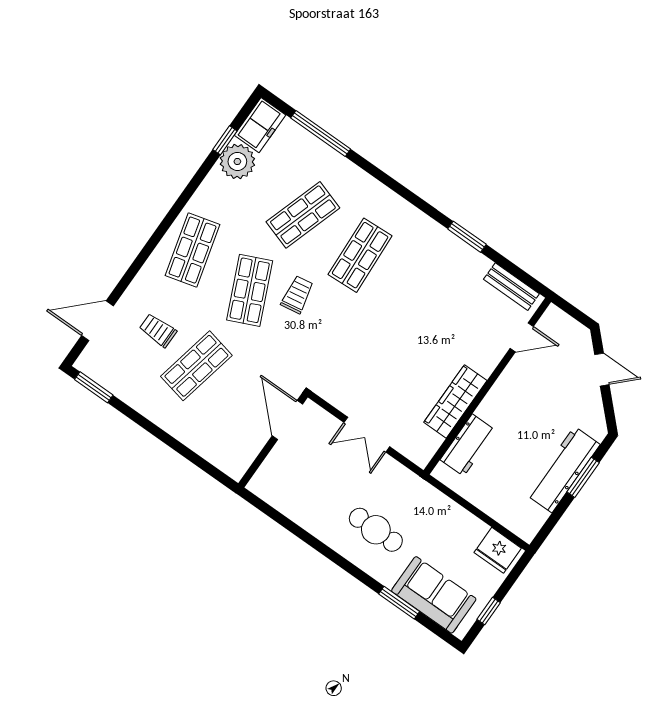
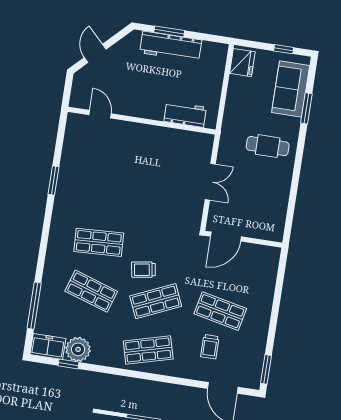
bench: (511, 287) -> (71, 137), removed
wardrobe: (455, 401) -> (161, 136), removed
cafe table: (376, 530) -> (268, 146), turned 90

